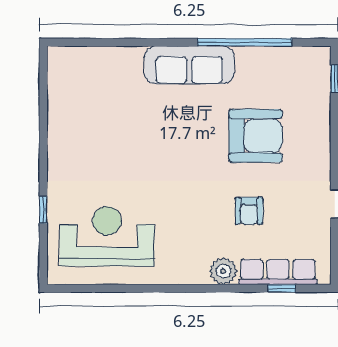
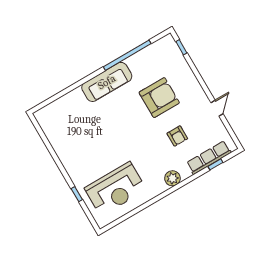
reception desk: (107, 236) -> (115, 189), turned 180
plant: (223, 271) -> (172, 178), moved

